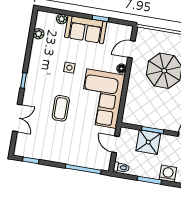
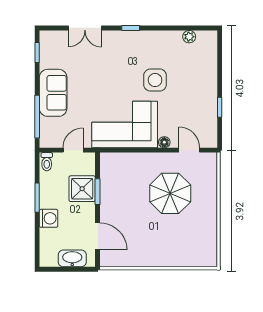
plant: (62, 19) -> (211, 61), removed
sofa: (86, 29) -> (53, 93), moved, turned 180
side table: (69, 68) -> (155, 80), width x1.87, depth x1.87
coffee table: (61, 108) -> (105, 78), removed

